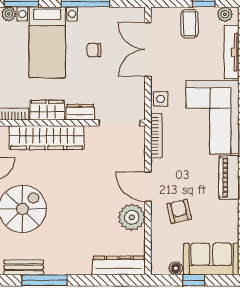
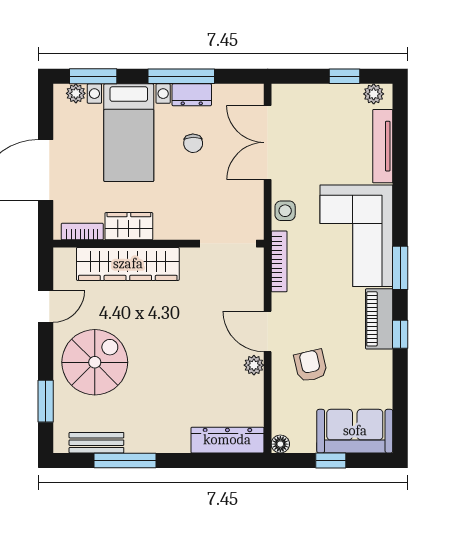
coffee table: (189, 24) -> (325, 107), removed
chair: (94, 50) -> (193, 143), turned -91
dresser: (80, 112) -> (192, 95), moved, turned 180
plant: (132, 217) -> (254, 365), width x0.53, depth x0.53
floor lamp: (176, 268) -> (280, 444), moved

